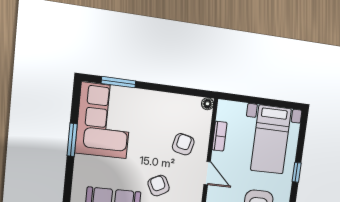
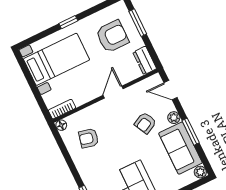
bookcase: (219, 136) -> (62, 109), moved
armchair: (183, 144) -> (89, 138), moved

